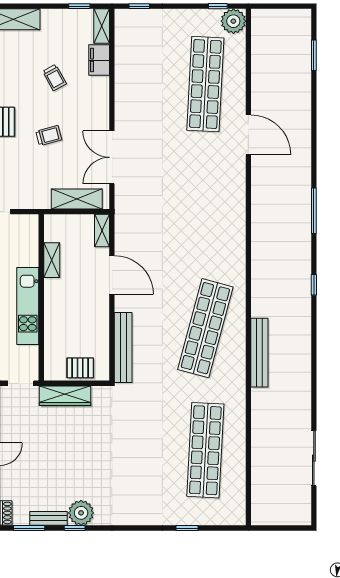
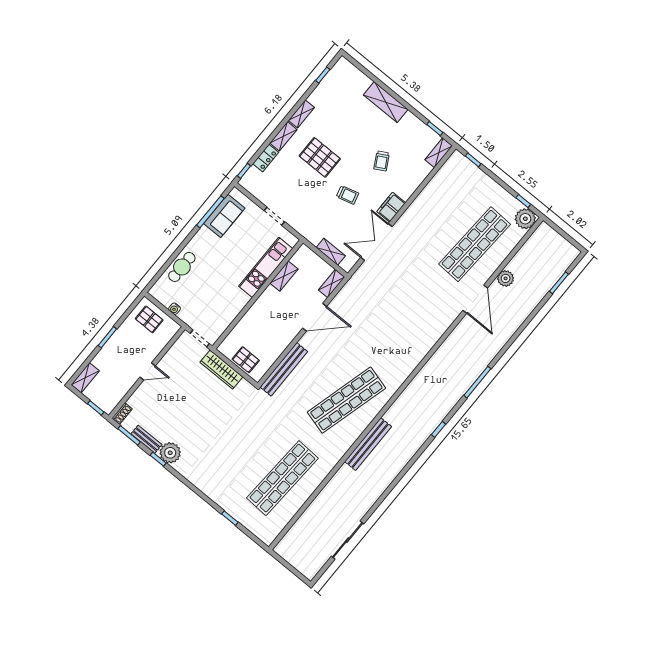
filing cabinet: (99, 60) -> (391, 207), moved
plant: (261, 92) -> (506, 278), added
shelving: (77, 199) -> (331, 252), width x0.67, depth x0.75
door: (112, 275) -> (315, 317), hinge flipped
kitchen unit: (28, 306) -> (266, 267), moved

